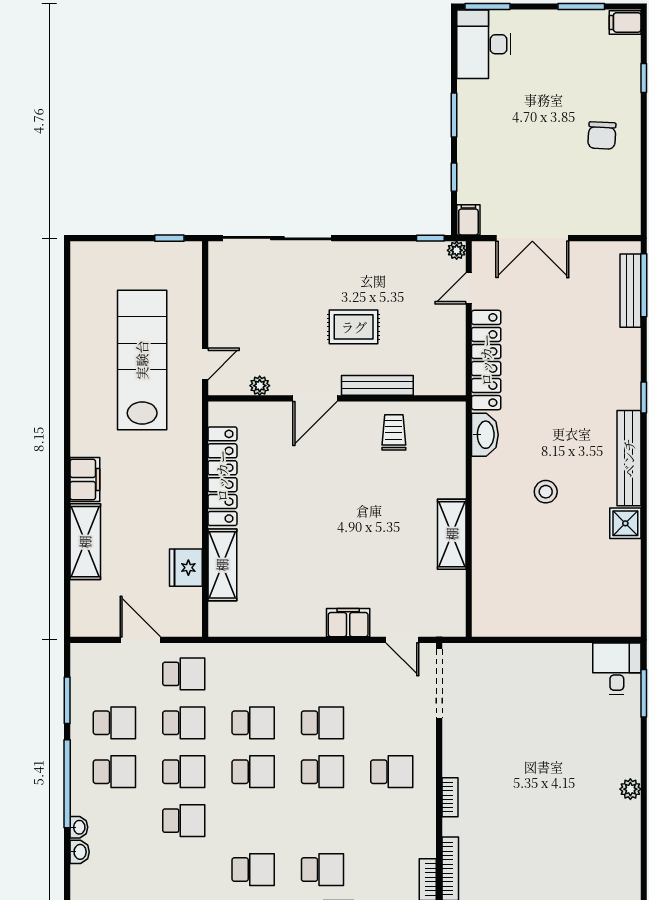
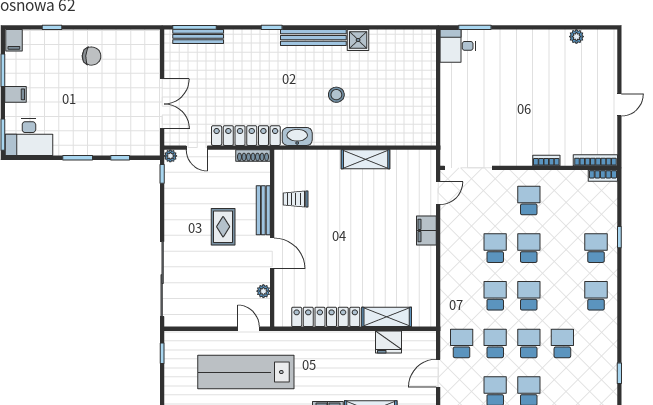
filing cabinet: (468, 220) -> (16, 94), moved, turned 180
shoe rack: (457, 370) -> (253, 155), added
plant: (630, 789) -> (576, 37), moved

